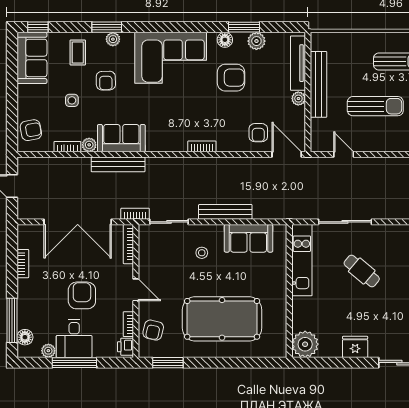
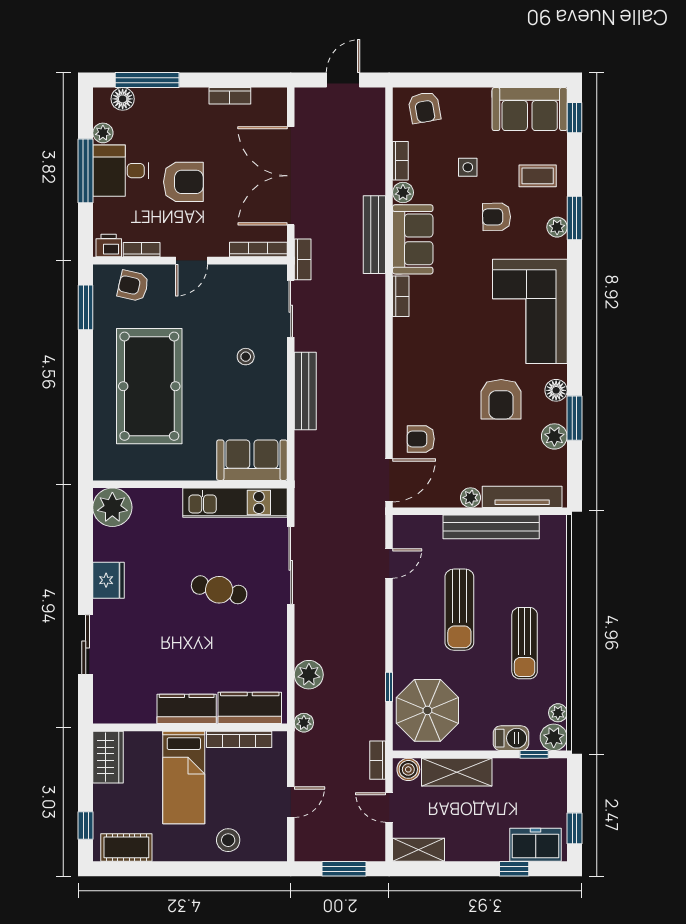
bookcase: (202, 146) -> (401, 296), moved
sofa: (249, 238) -> (252, 460), moved, turned 90
cafe table: (362, 271) -> (219, 590), turned 64

